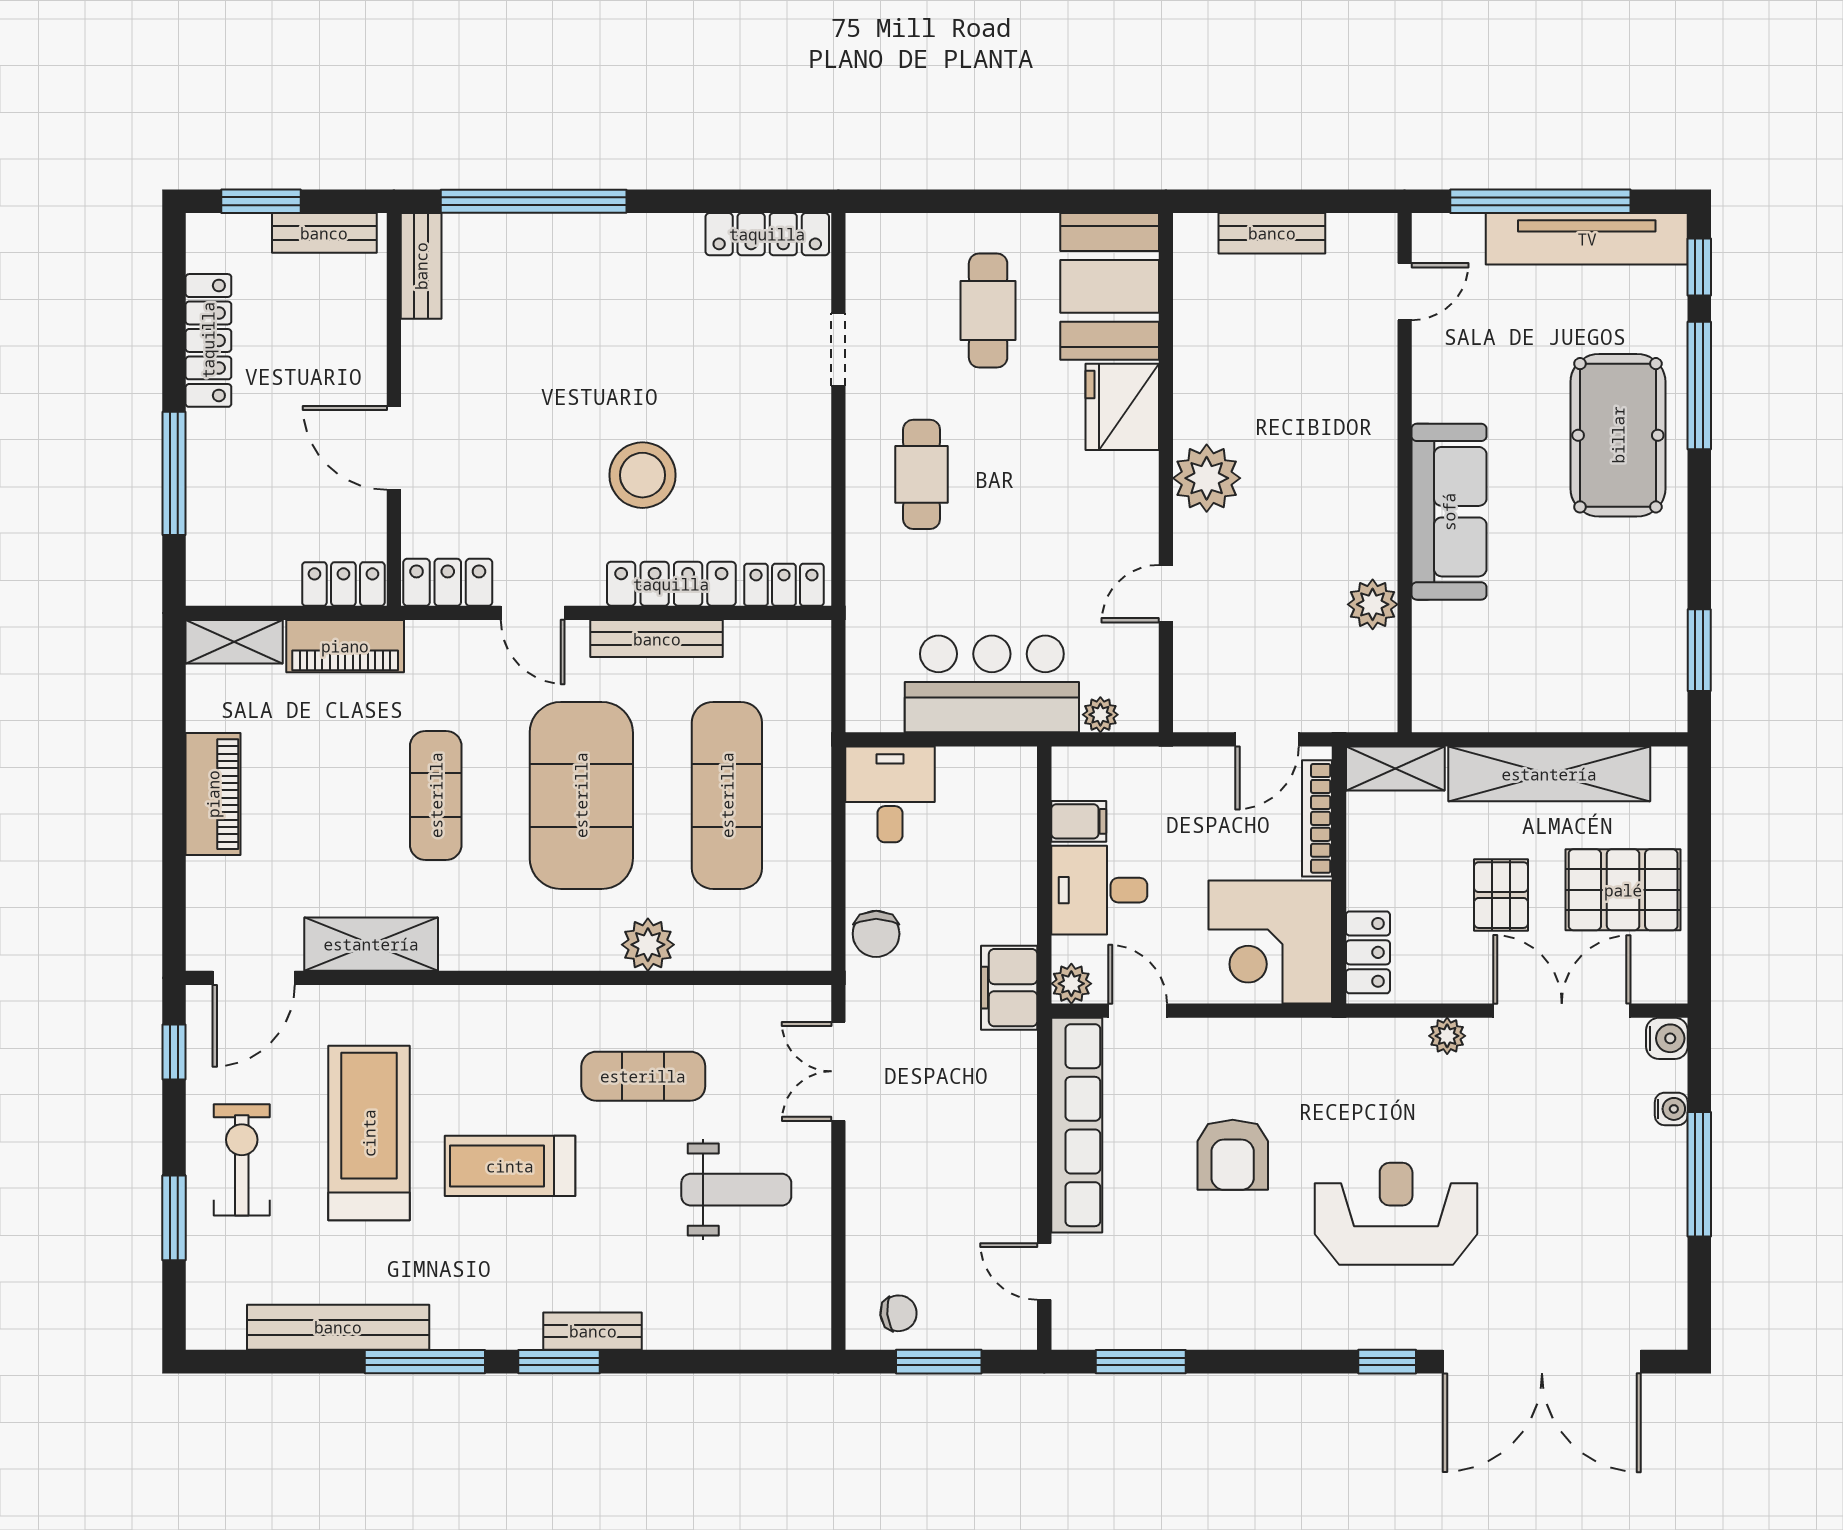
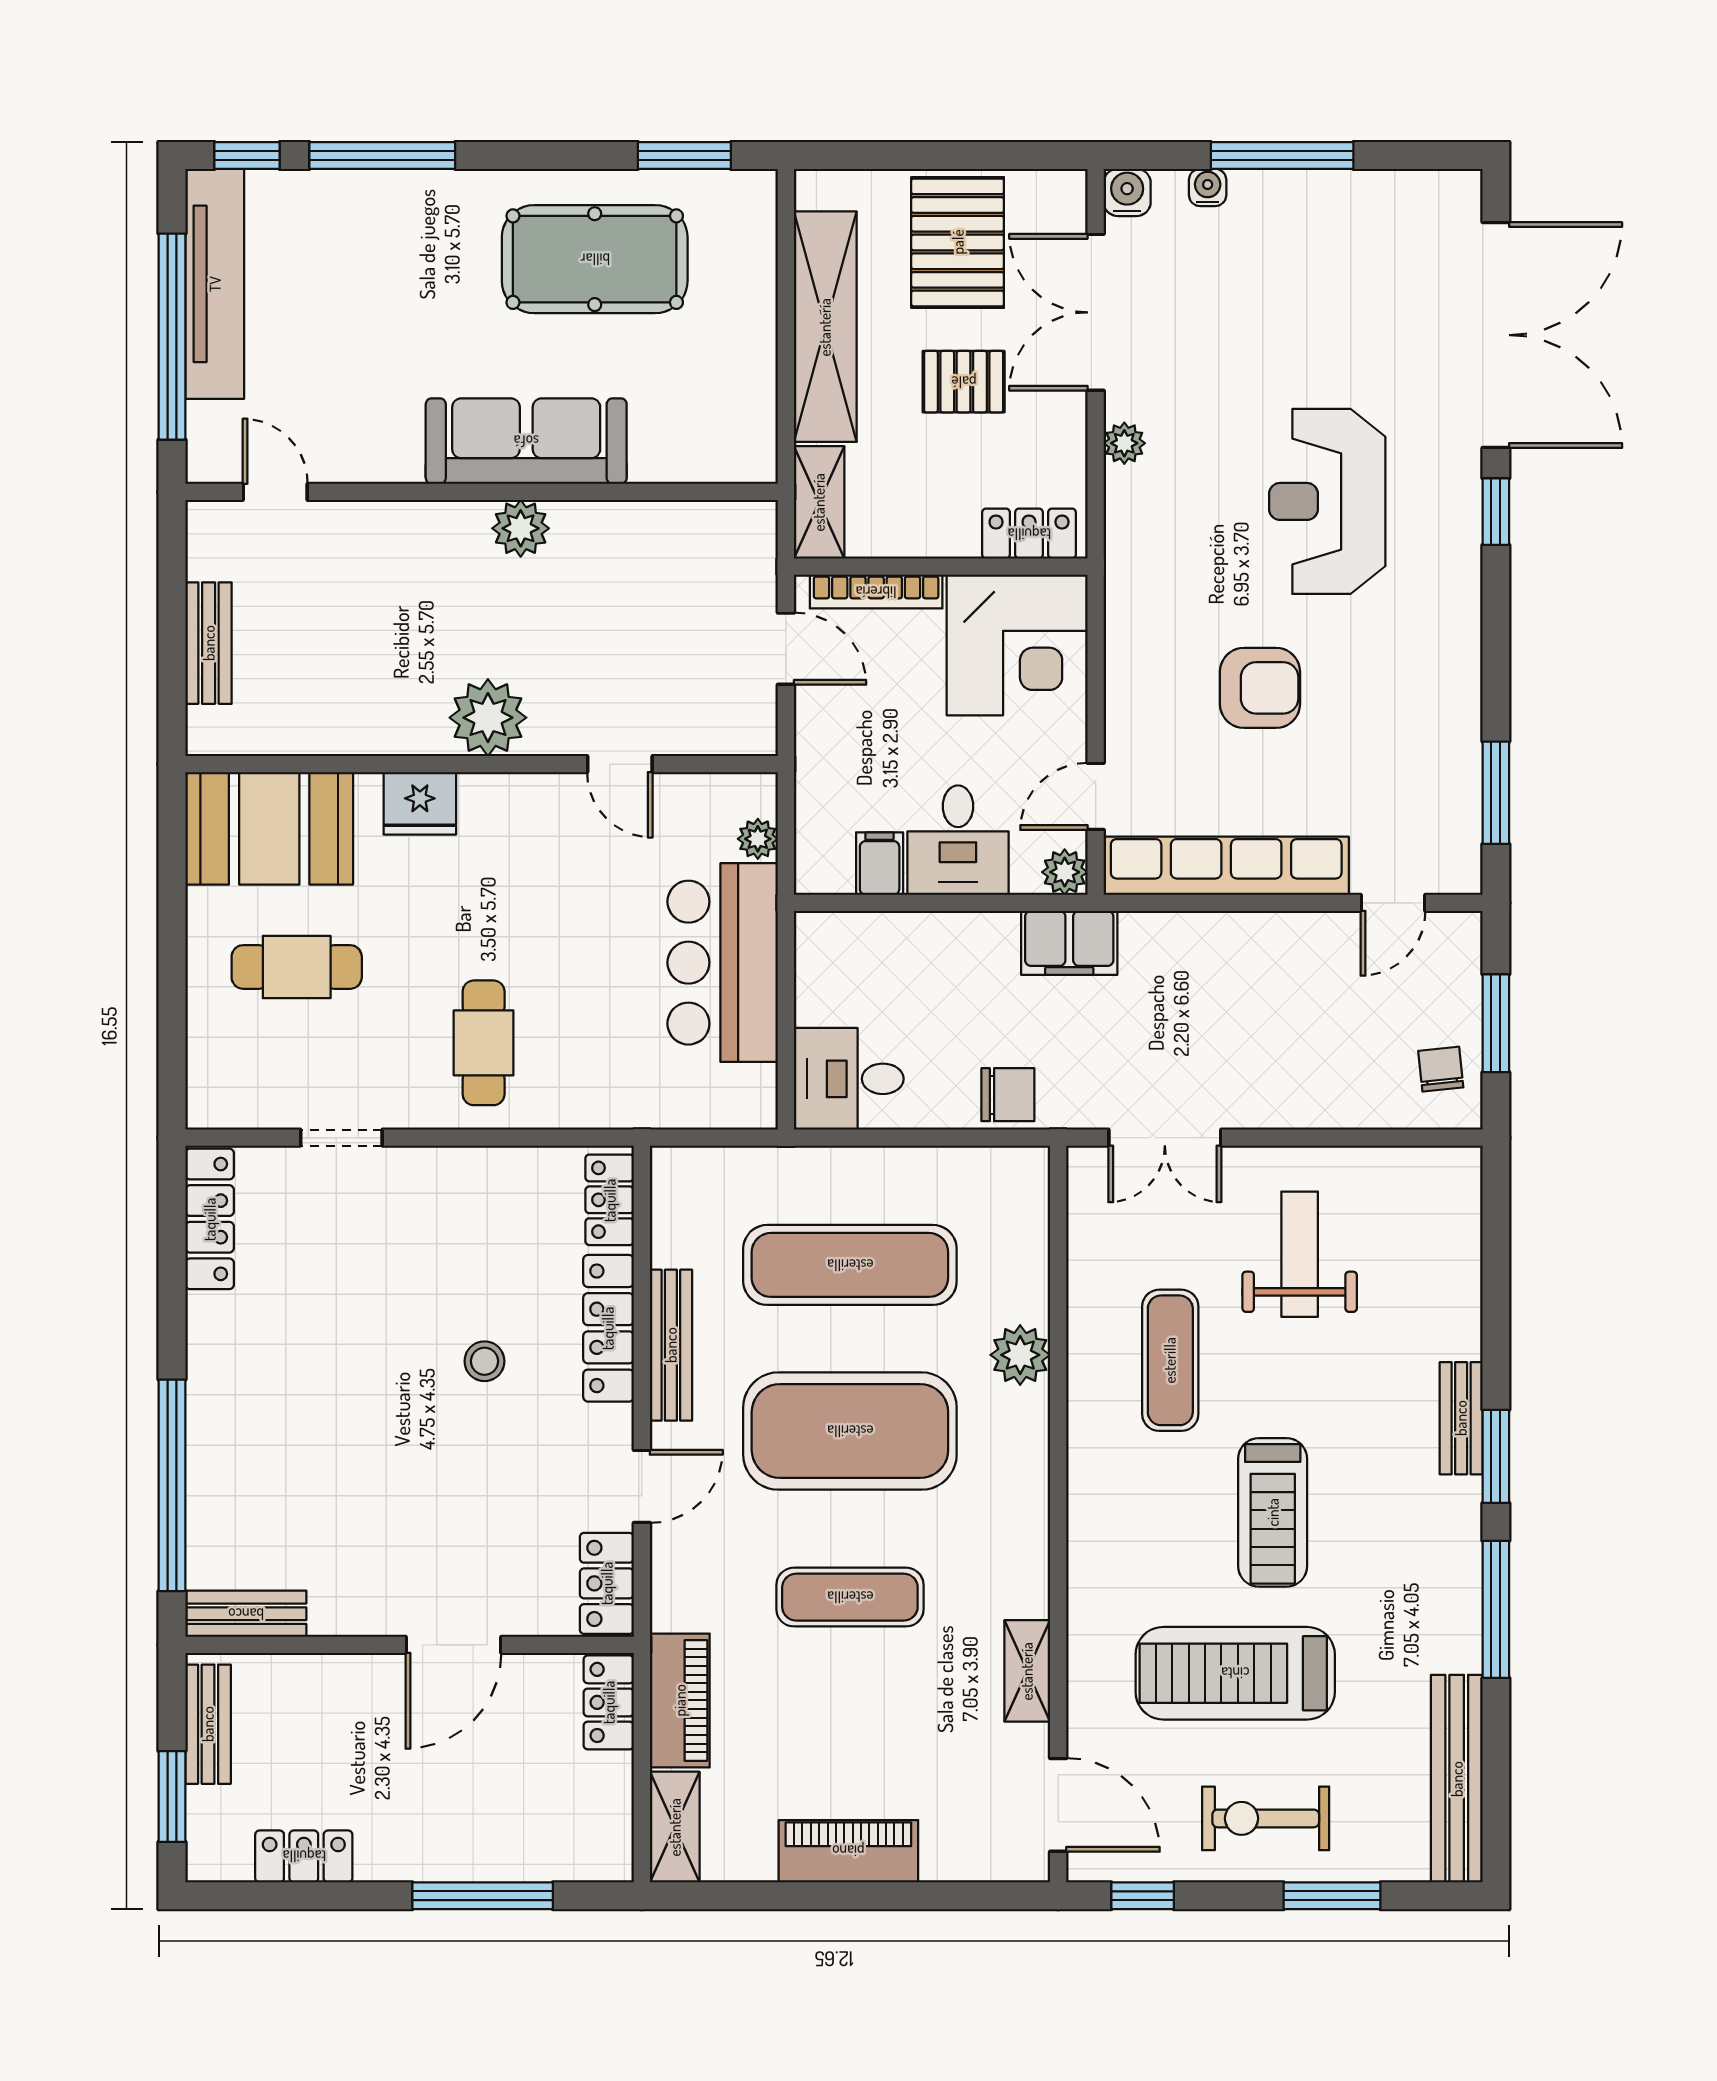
locker: (208, 340) -> (304, 1856), width x0.66
fridge: (1122, 407) -> (420, 803), width x0.73, depth x0.75
pool table: (1618, 435) -> (595, 259), moved
cafe table: (922, 474) -> (484, 1043), turned 90
stool: (642, 475) -> (484, 1361), width x0.53, depth x0.53
plant: (1373, 604) -> (521, 528), moved
shelving: (371, 944) -> (1027, 1671), width x0.67, depth x0.75
bench: (338, 1327) -> (1457, 1779), moved

